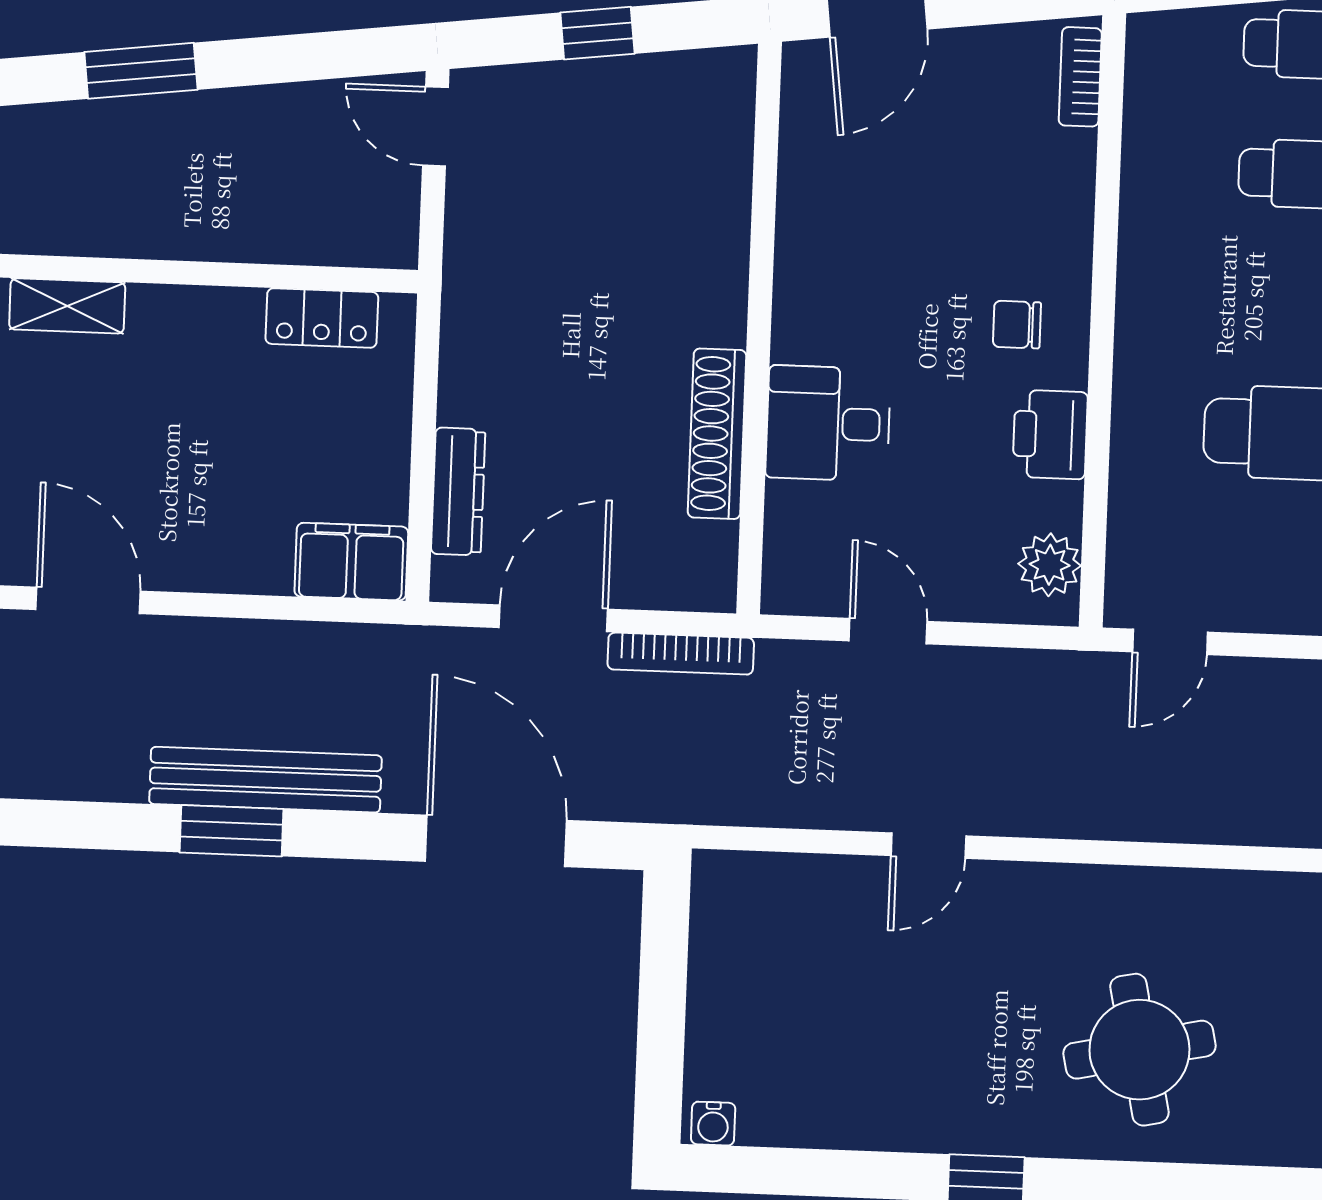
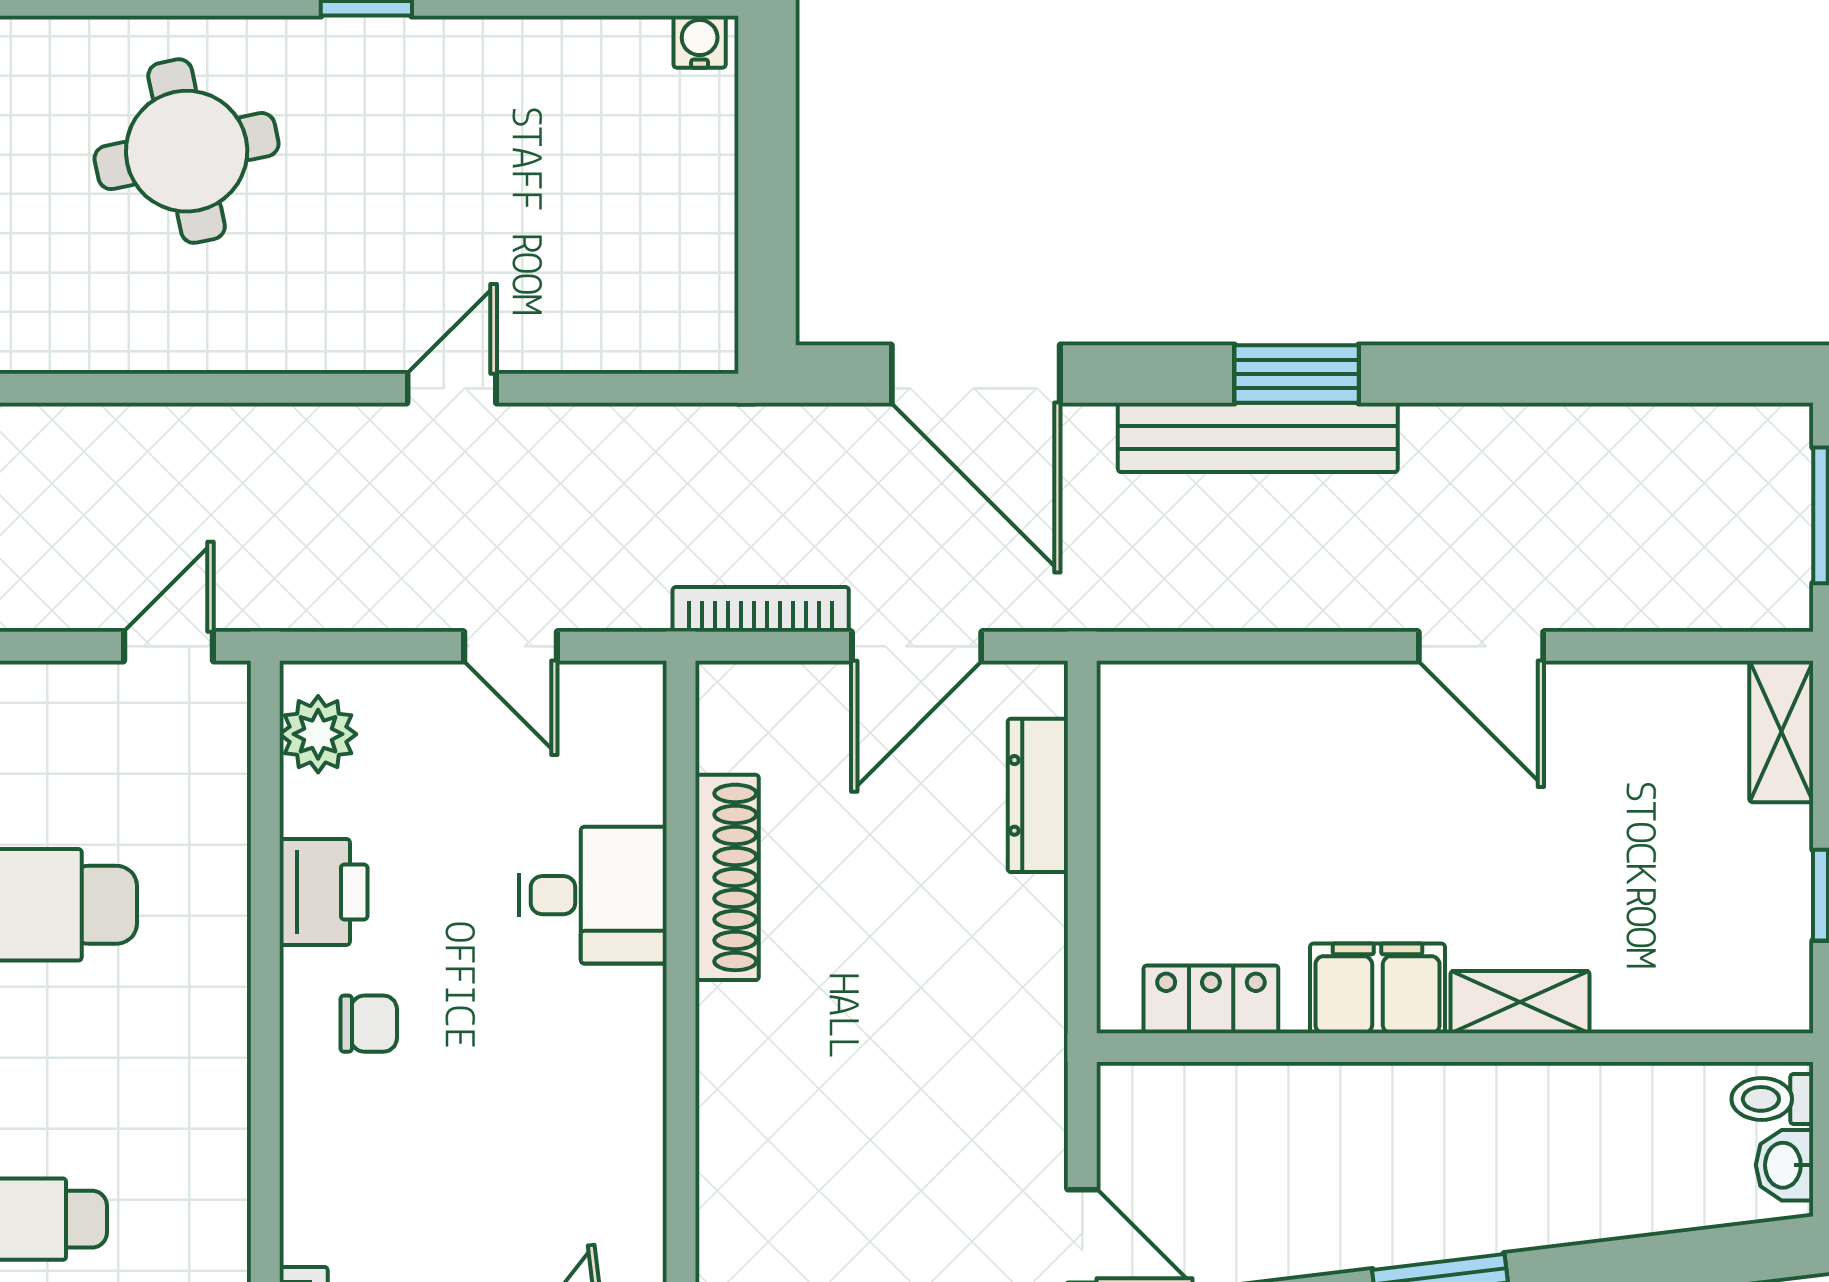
filing cabinet: (351, 562) -> (1377, 988), moved, turned 180

